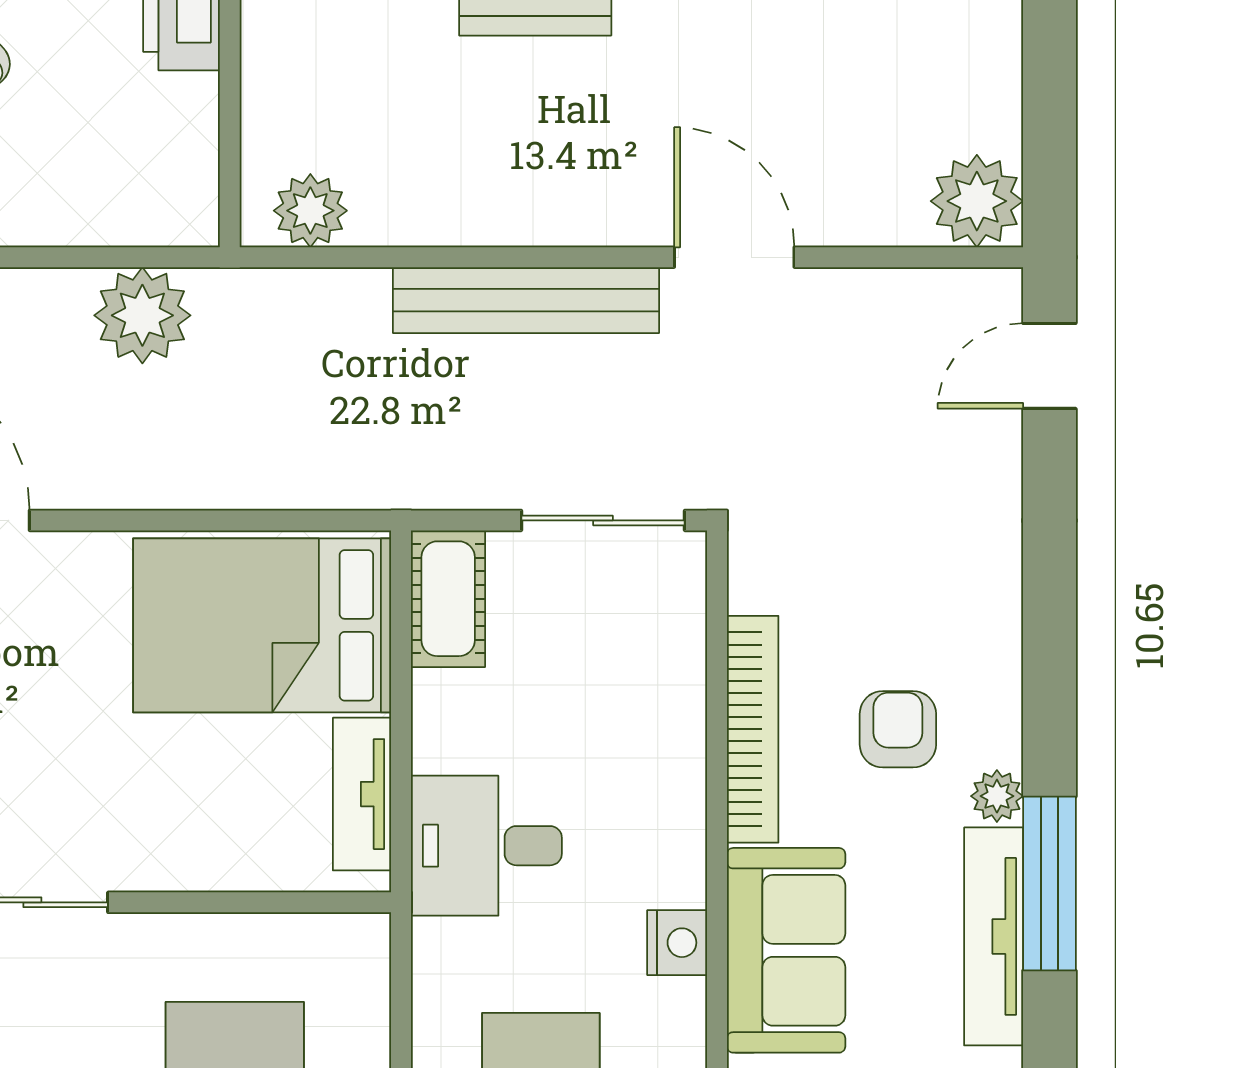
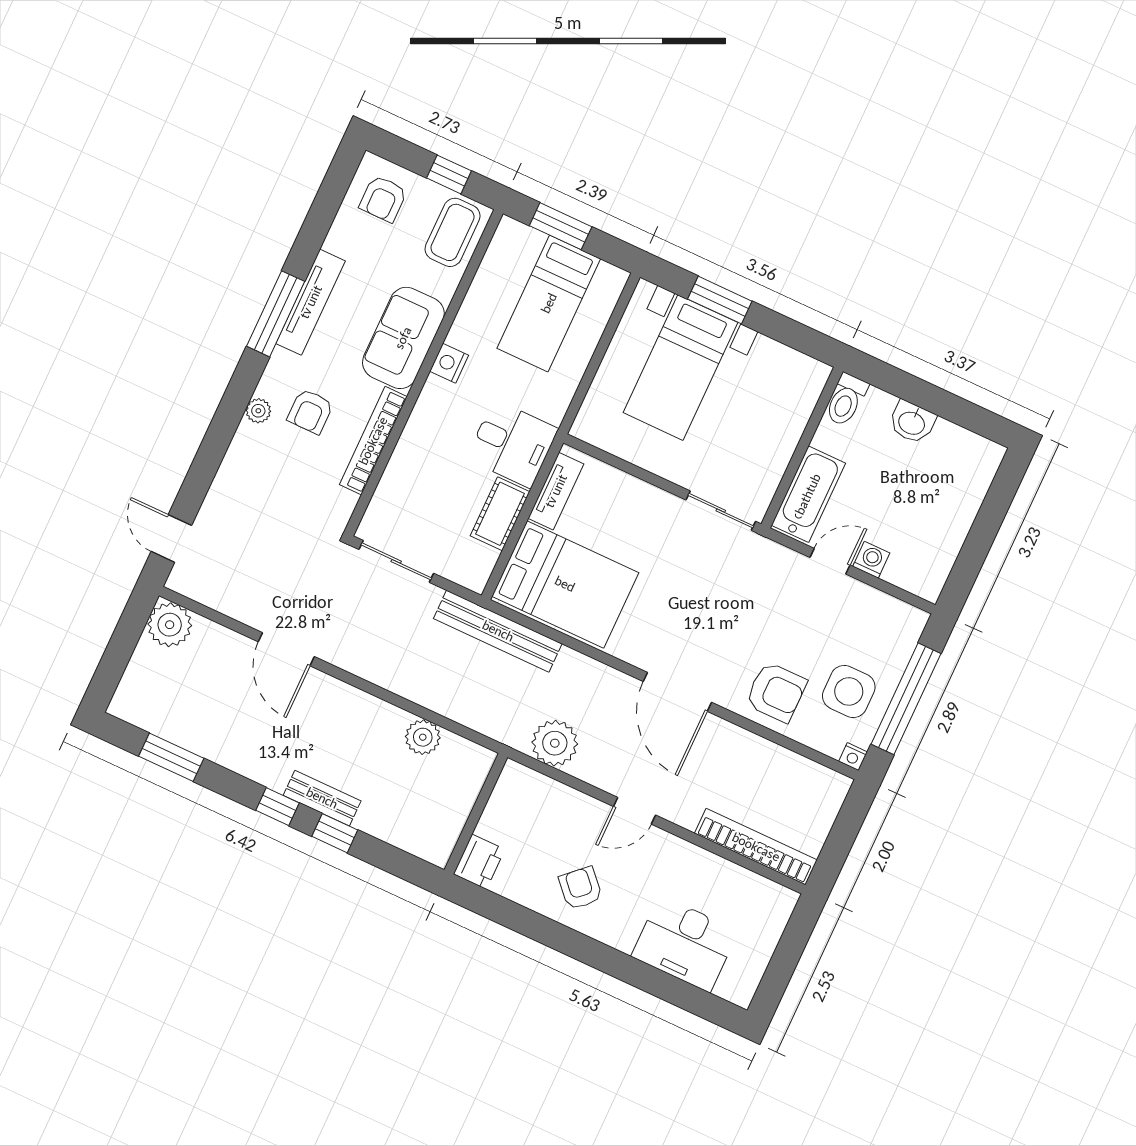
plant: (310, 211) -> (423, 737), moved
bench: (526, 300) -> (498, 631), moved
door: (1049, 366) -> (171, 538), swing flipped
cot: (448, 599) -> (500, 514), moved
plant: (997, 796) -> (258, 411), moved

